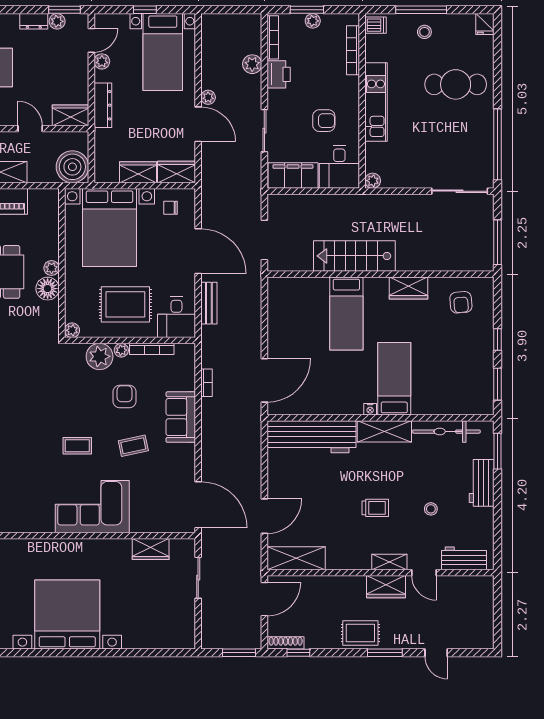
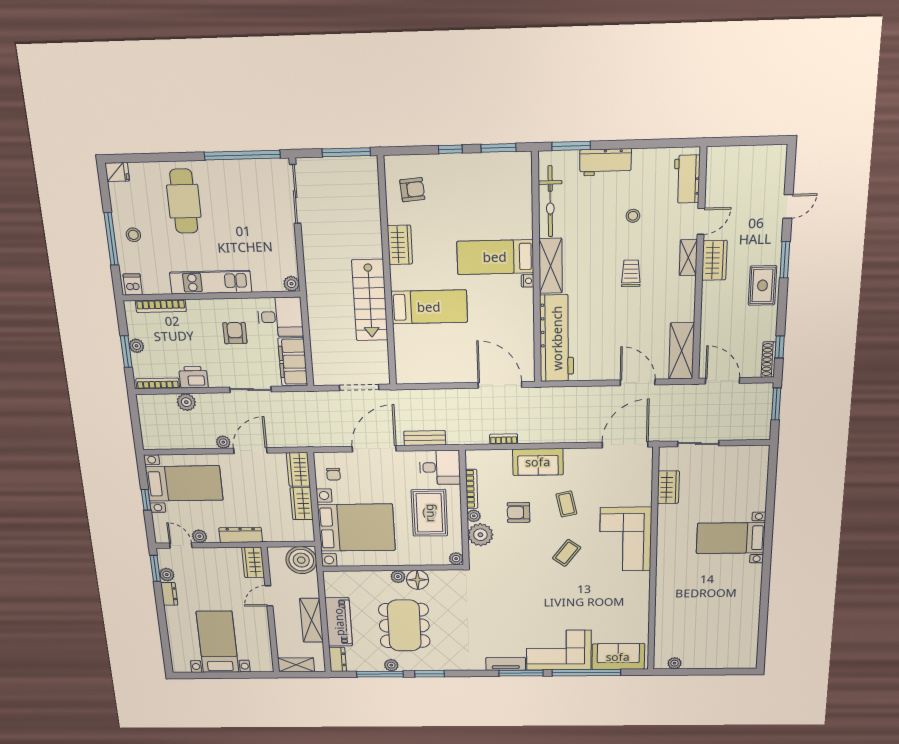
coffee table: (77, 446) -> (567, 553), turned 37
bed with nightstands: (67, 615) -> (731, 538), width x0.54

